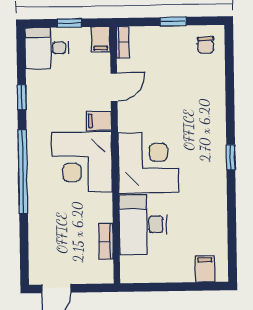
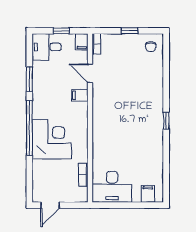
door: (114, 87) -> (90, 73), swing flipped
window: (22, 97) -> (29, 79), width x1.50
corner desk: (82, 162) -> (52, 139), moved, turned 180
corner desk: (148, 163) -> (112, 123), removed
desk: (143, 225) -> (112, 187), moved, turned -90

